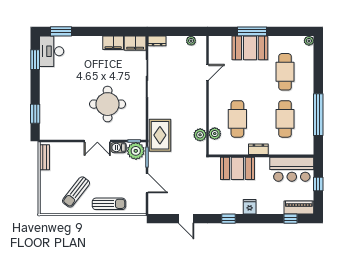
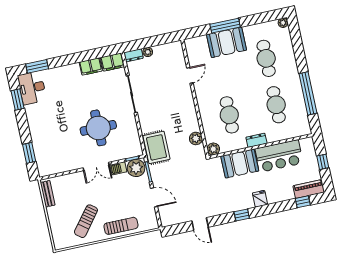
plant: (191, 41) -> (148, 52), moved
plant: (215, 134) -> (213, 149), moved
bar counter: (292, 169) -> (279, 156), moved

